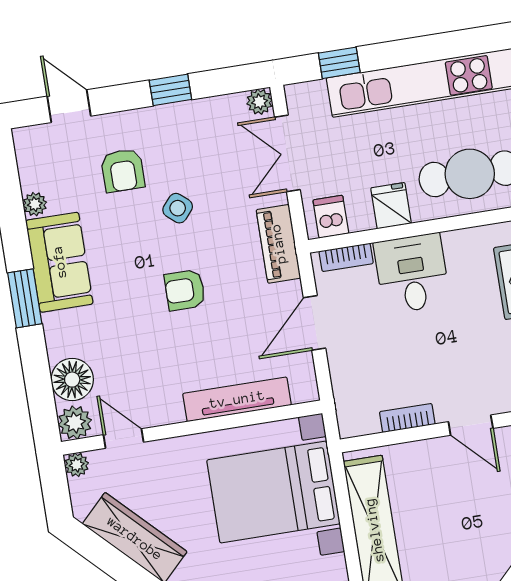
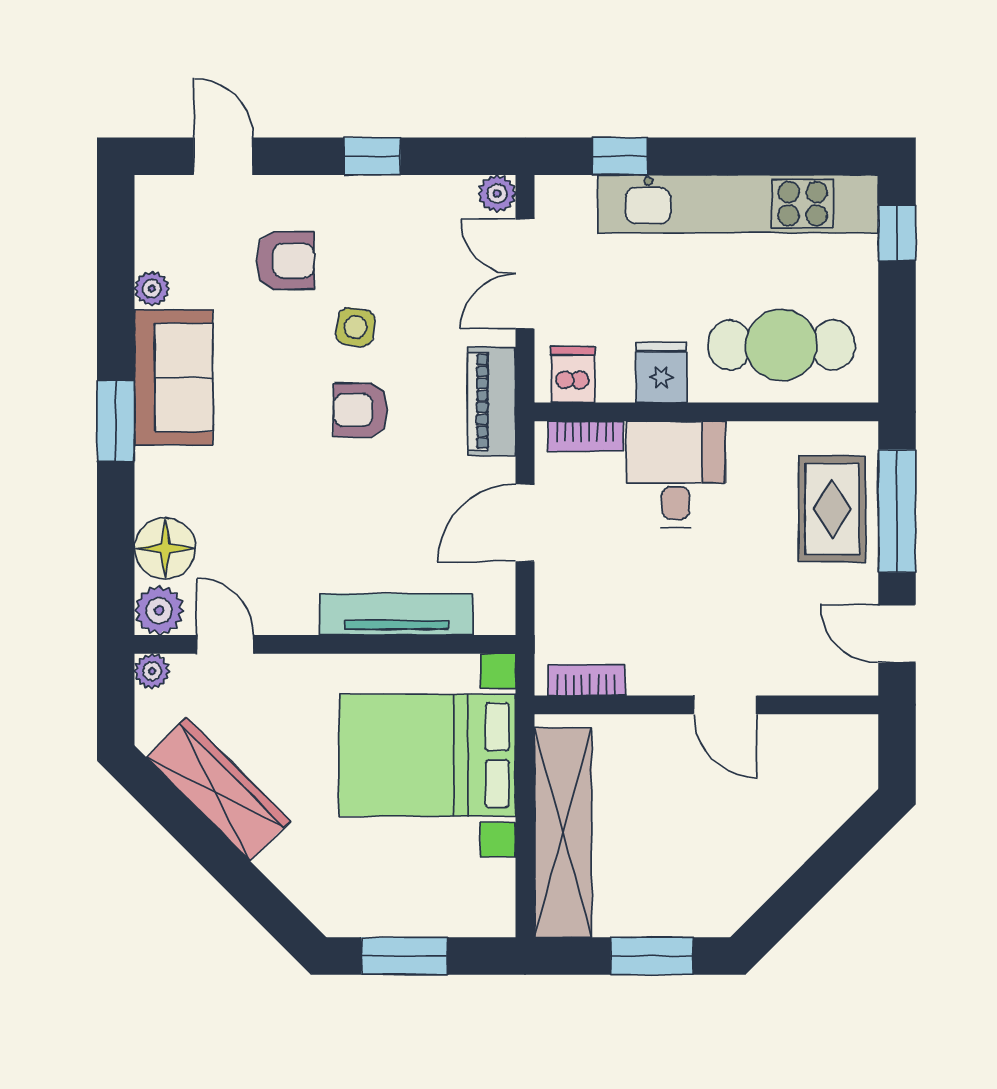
armchair: (123, 170) -> (285, 261), turned -90
side table: (178, 208) -> (355, 327), turned -33
armchair: (185, 290) -> (361, 410), moved
bookcase: (407, 418) -> (586, 680), moved

